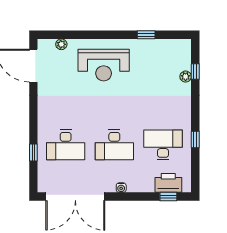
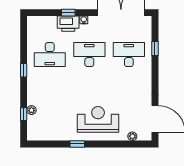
window: (146, 35) -> (77, 144), moved
window: (195, 139) -> (24, 70), moved
printer: (168, 183) -> (68, 24), moved
window: (168, 197) -> (68, 13), moved

